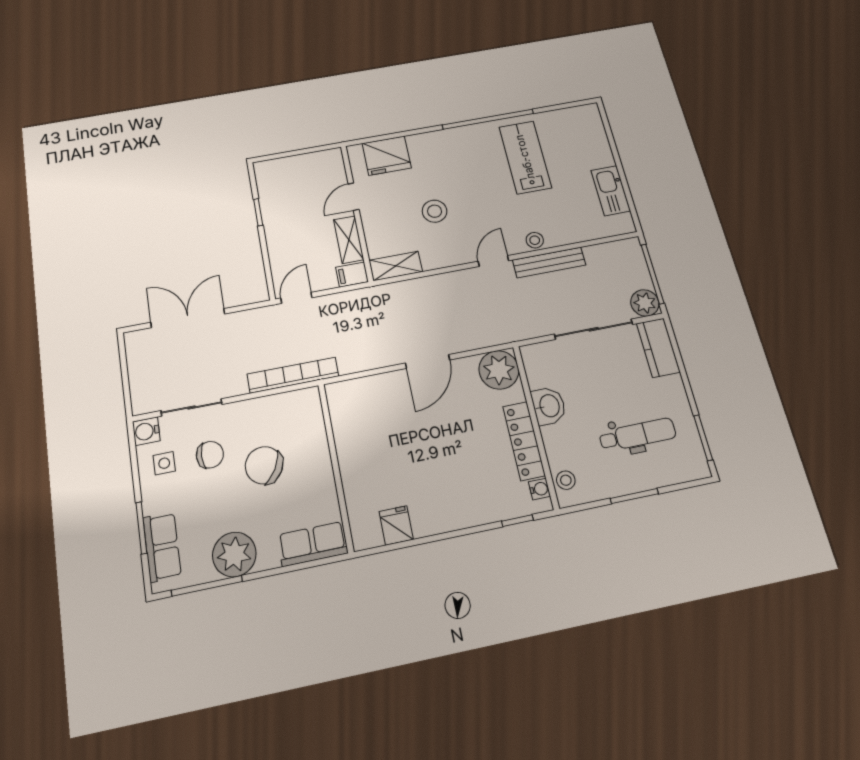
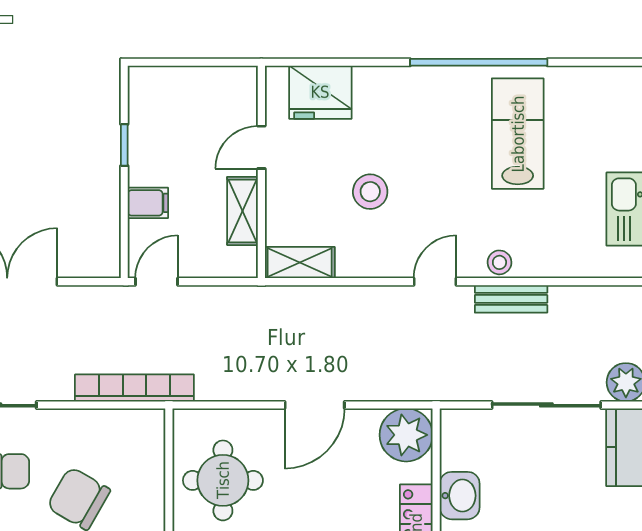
bench: (549, 262) -> (511, 299), width x0.73
filing cabinet: (352, 275) -> (148, 203), moved, turned 180
round table: (371, 430) -> (223, 480), added

